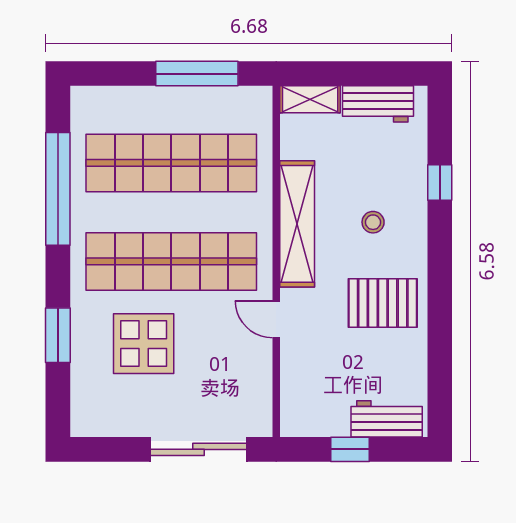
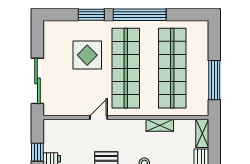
window: (58, 189) -> (140, 15), moved
shelving: (297, 224) -> (160, 125), width x0.45, depth x0.75

